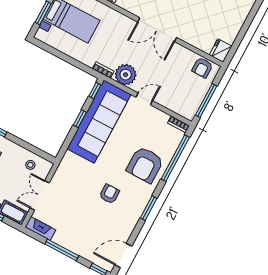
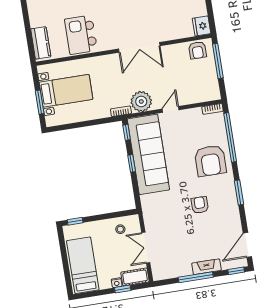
window: (206, 100) -> (218, 61), moved
fireplace: (40, 229) -> (207, 267), moved

